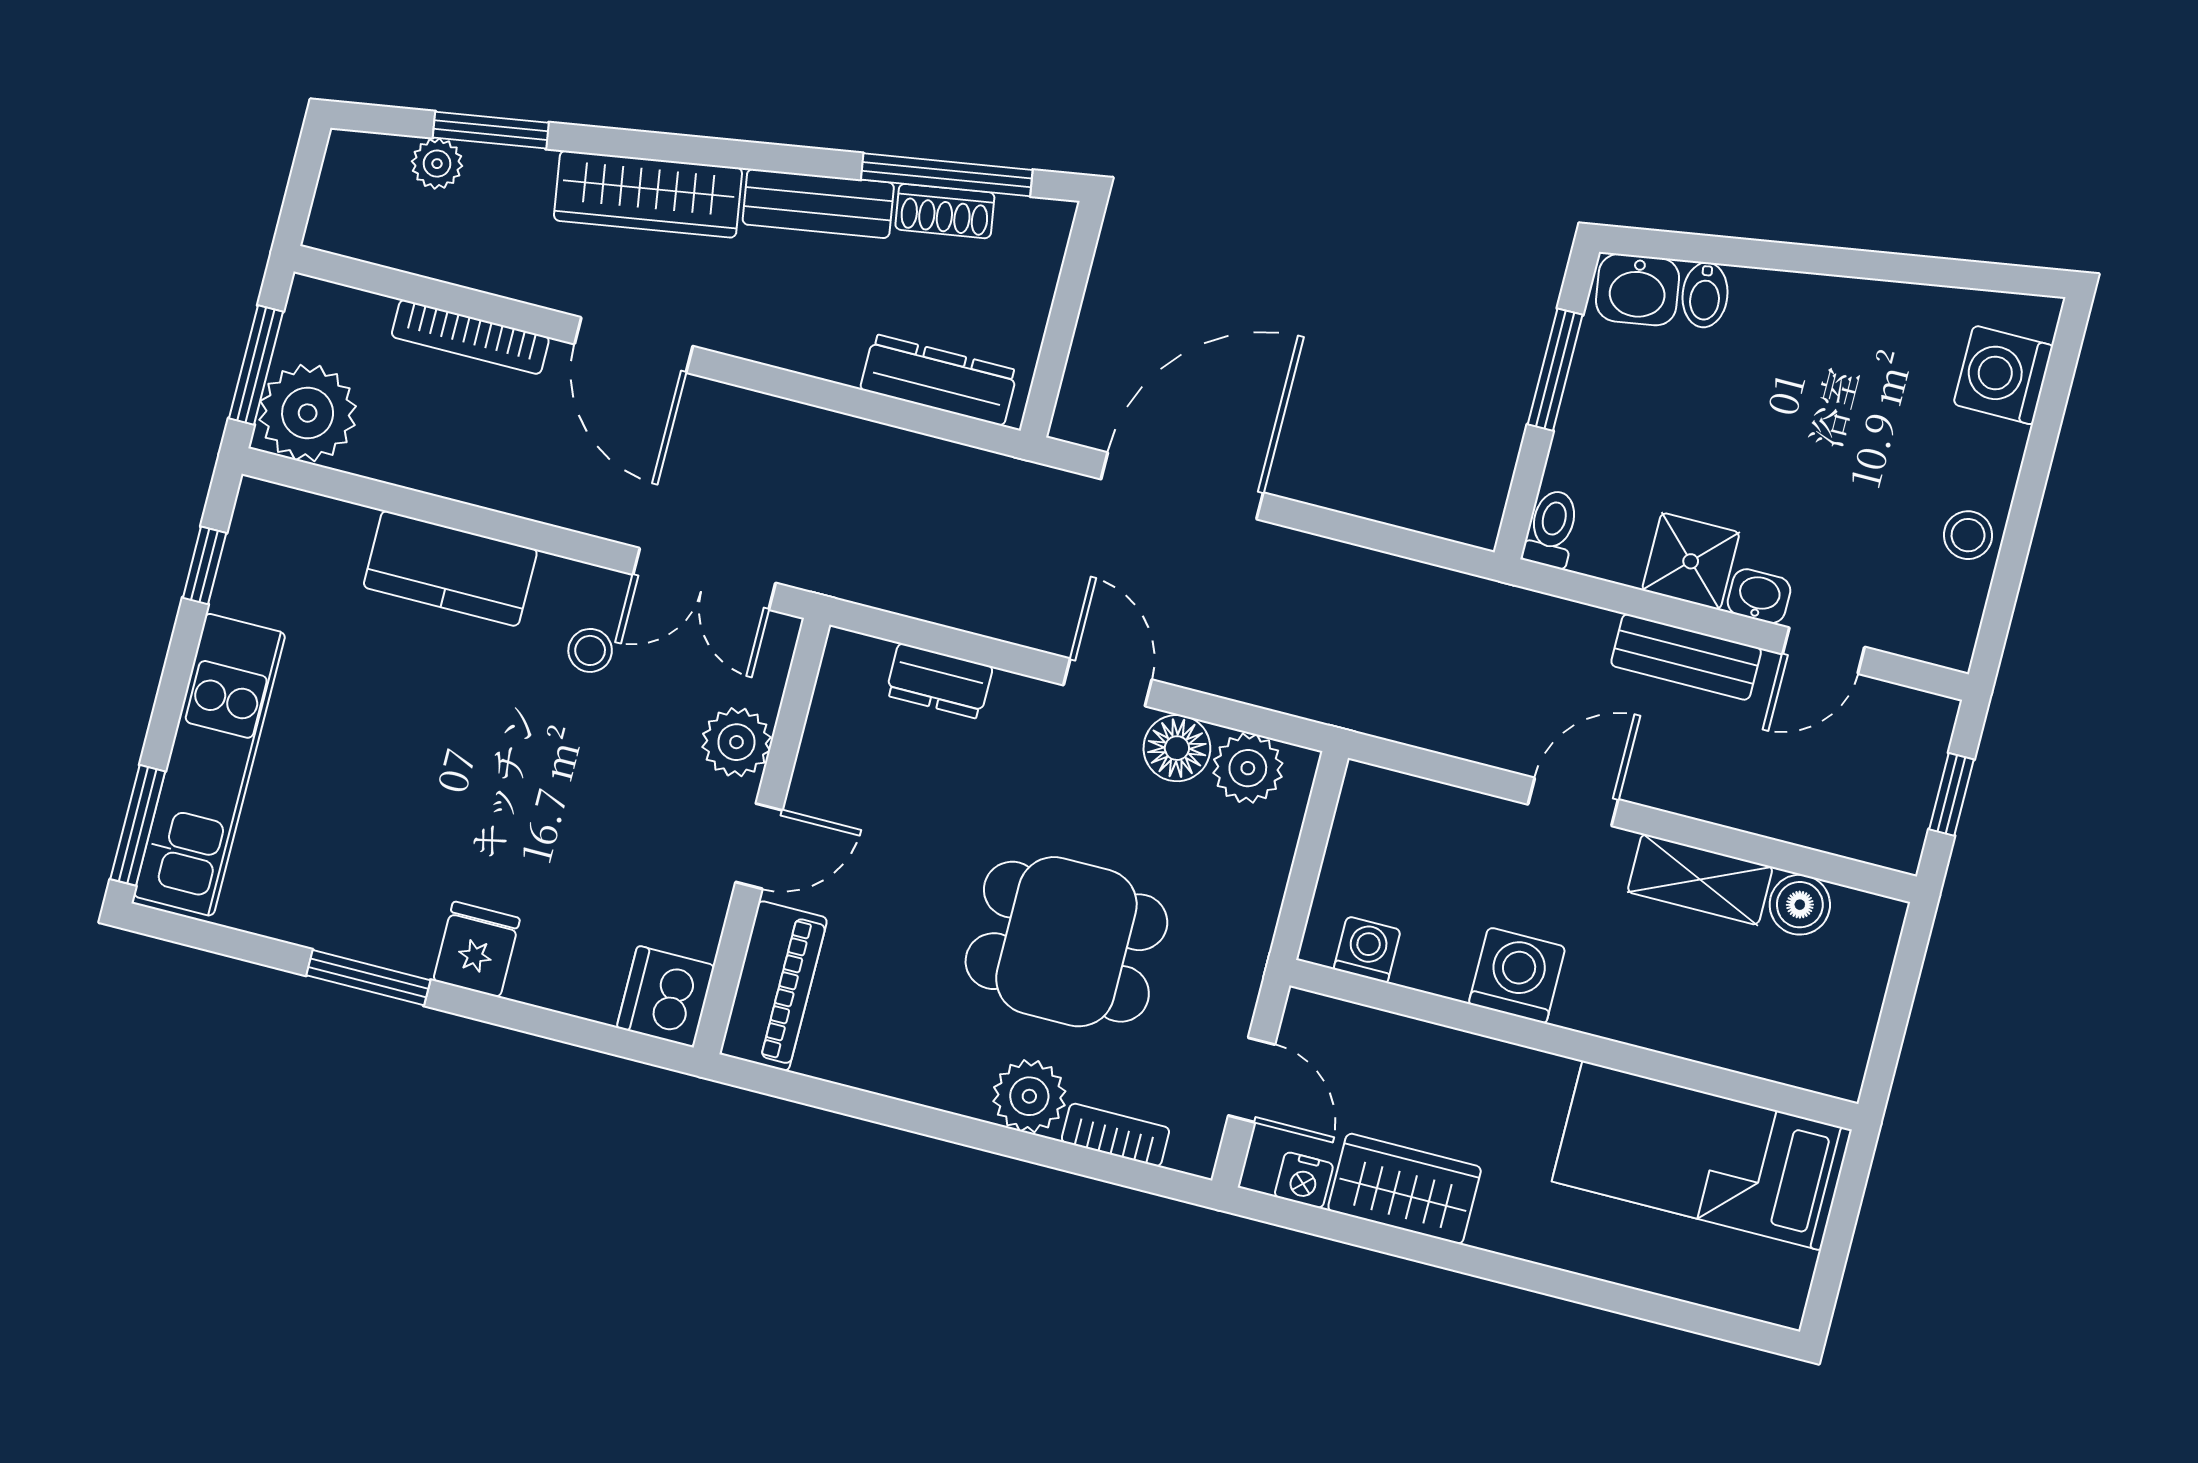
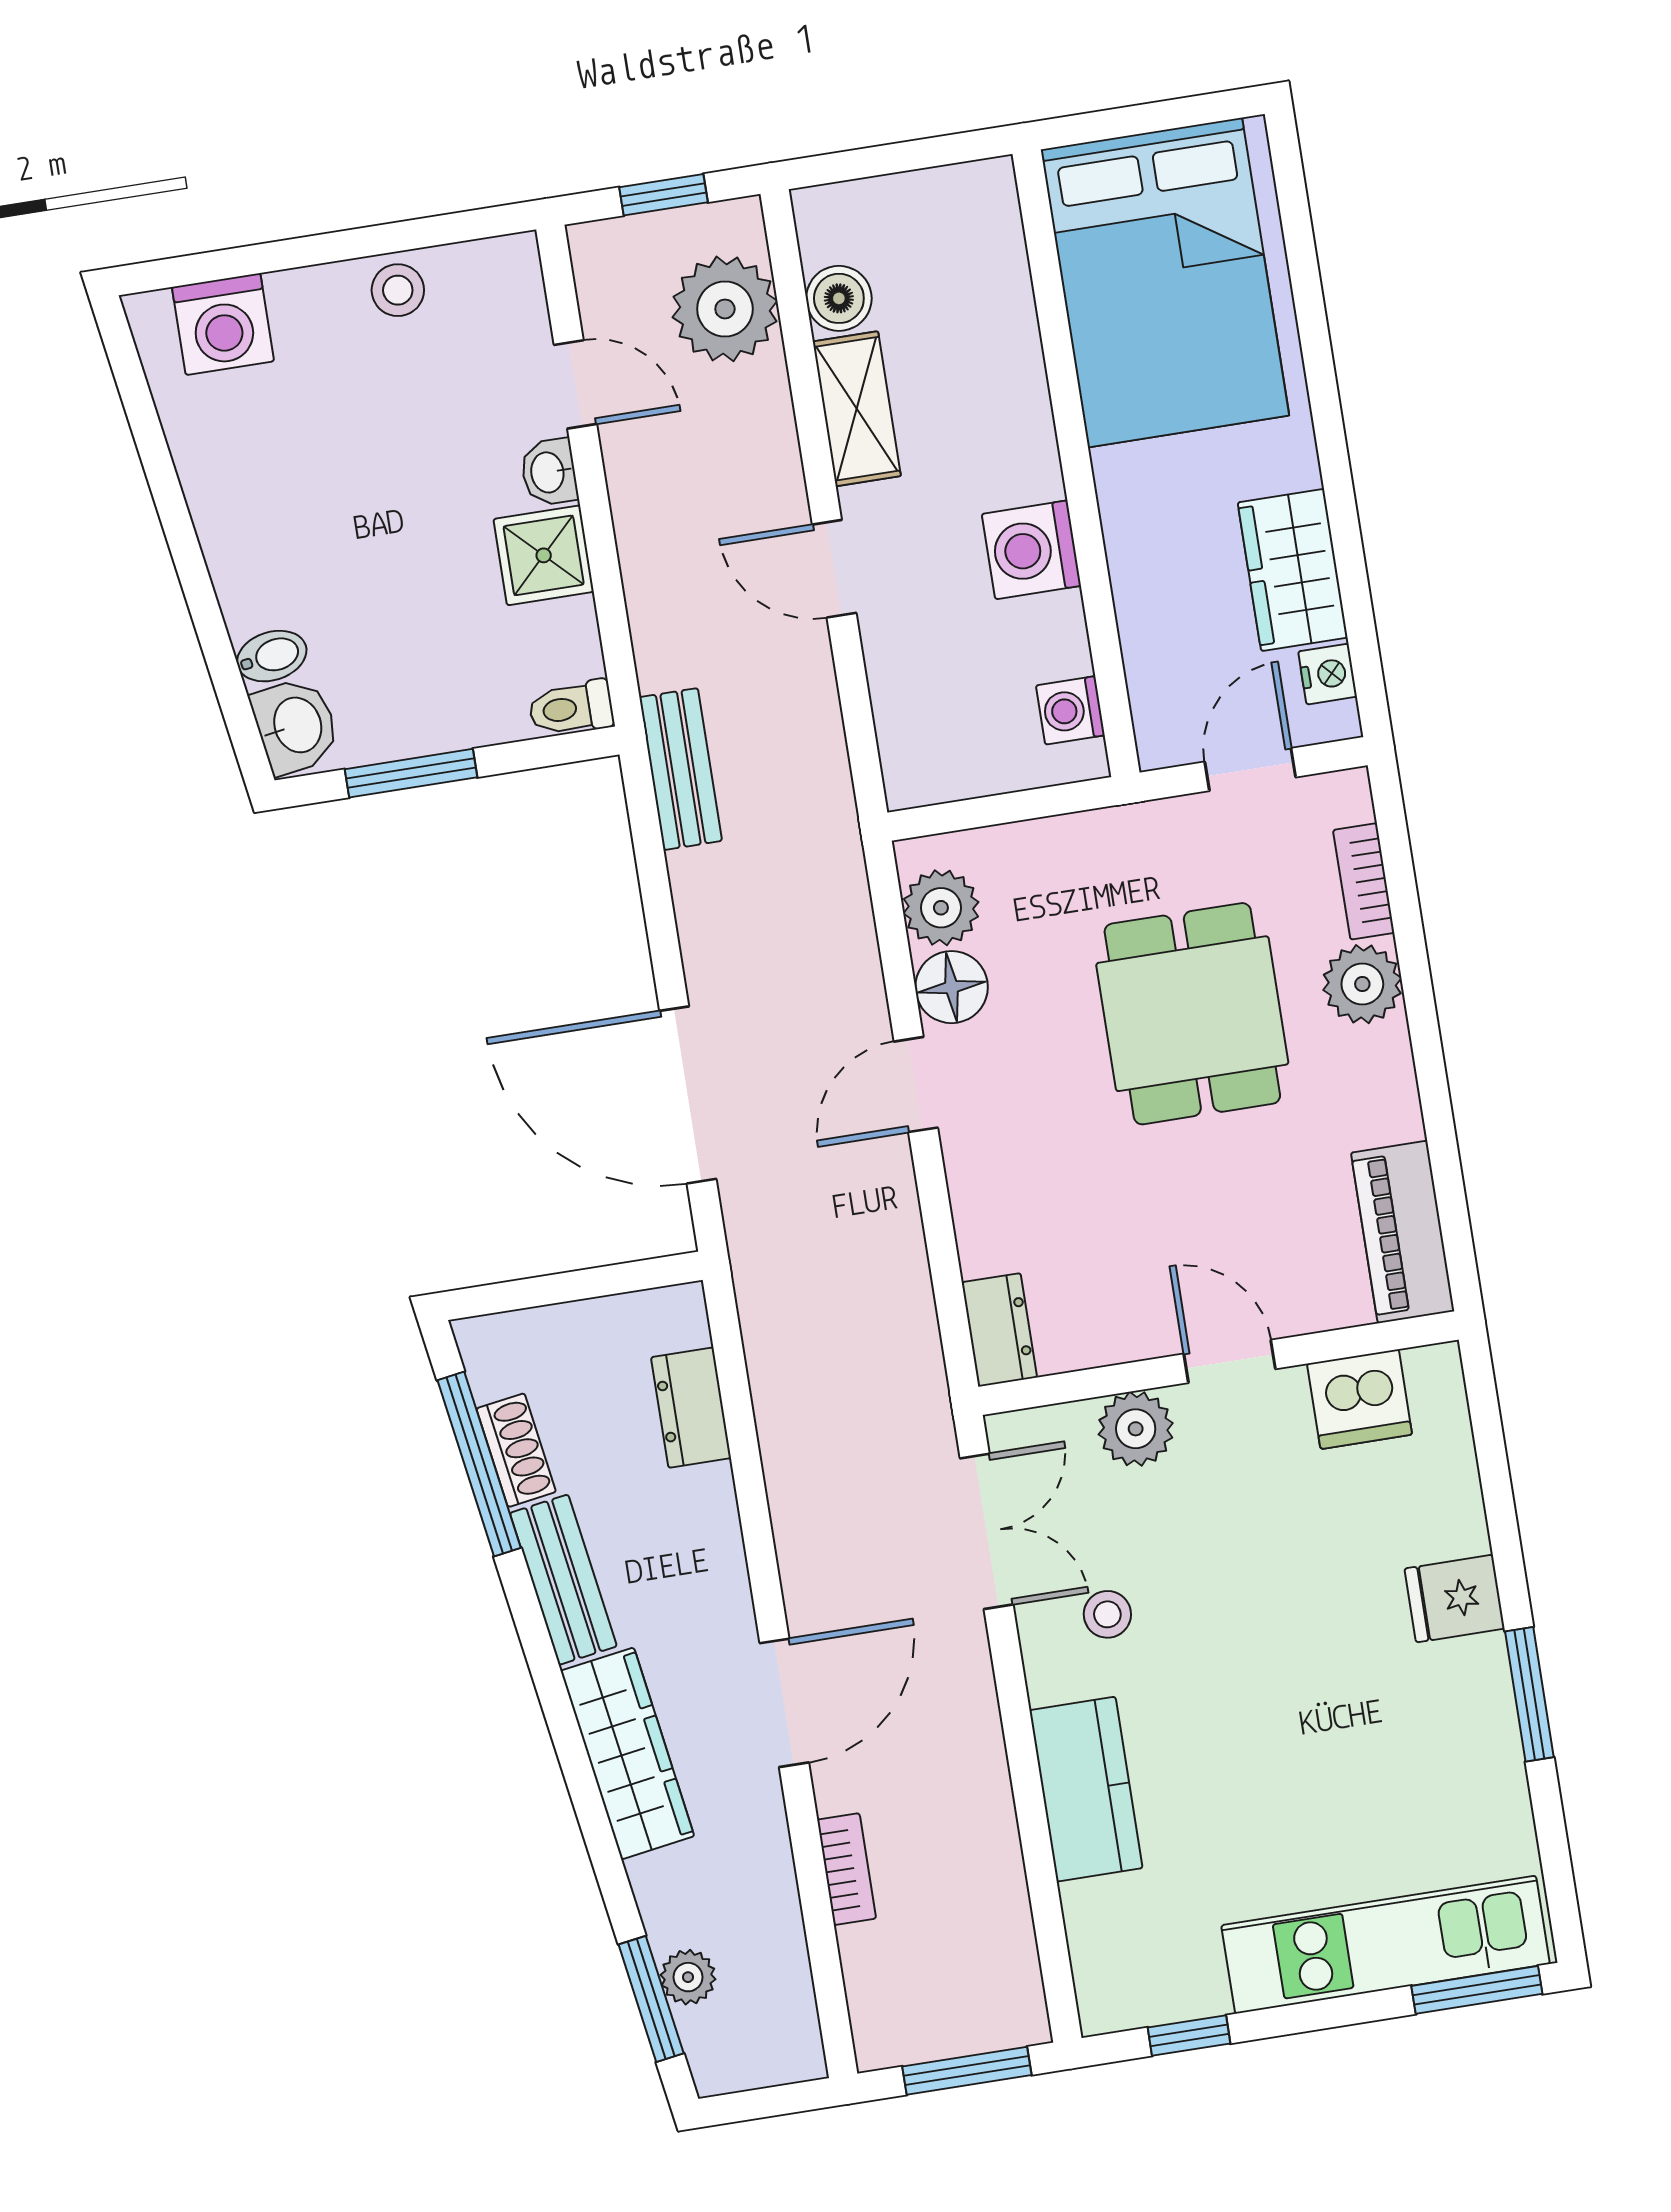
window: (491, 130) -> (651, 1999), moved
bookcase: (470, 337) -> (847, 1869), width x0.64
dresser: (939, 380) -> (691, 1408), width x0.70
plant: (308, 413) -> (725, 309), moved
bench: (1686, 657) -> (681, 769), moved
dresser: (939, 681) -> (999, 1330), moved
piano: (773, 986) -> (1403, 1232), moved, turned -90
dishwasher: (666, 997) -> (1360, 1399), moved
bed: (1702, 1156) -> (1165, 283), width x1.50

